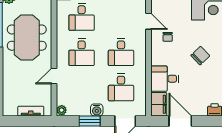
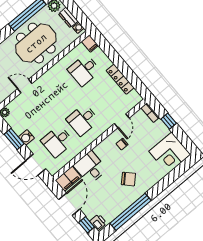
desk: (82, 52) -> (59, 91), removed
window: (209, 121) -> (86, 225), added

